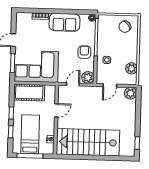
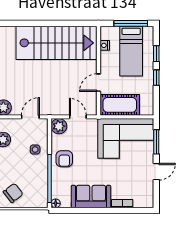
door: (73, 84) -> (78, 117), swing flipped
cot: (29, 92) -> (120, 105), moved

